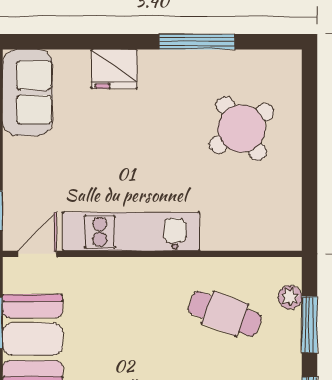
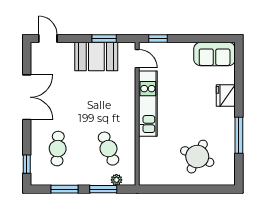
round table: (242, 129) -> (197, 157), turned -30
cafe table: (225, 314) -> (108, 149), turned -42

